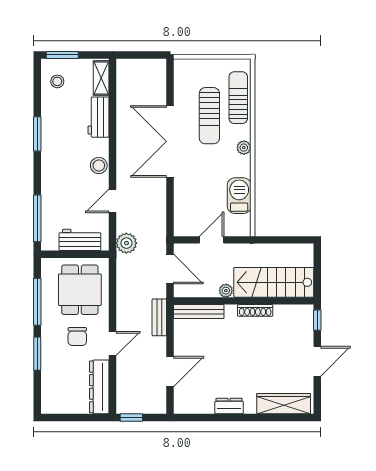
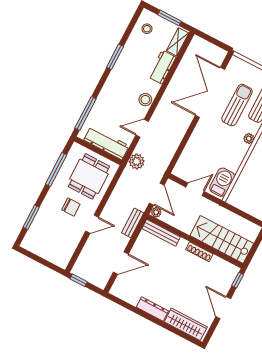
window: (62, 55) -> (170, 18), moved
sun lounger: (209, 116) -> (237, 105), turned 180
double door: (170, 141) -> (210, 92), moved
barbecue: (239, 196) -> (222, 182), moved
workbench: (80, 240) -> (107, 143), width x1.38
plant: (226, 291) -> (156, 212), moved
chair: (77, 337) -> (71, 207), turned -90
window: (37, 354) -> (31, 217), moved
door: (317, 361) -> (223, 308), swing flipped
dresser: (99, 387) -> (68, 248), removed
dresser: (229, 406) -> (152, 309), width x1.44

